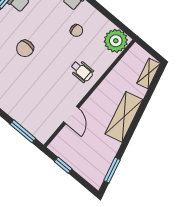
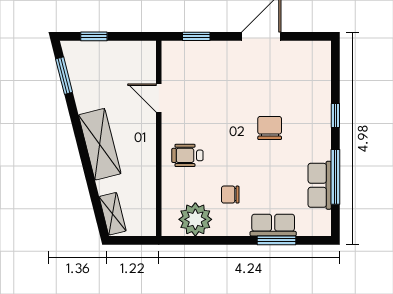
plant: (116, 41) -> (195, 219), moved
window: (23, 131) -> (196, 36), width x0.67
window: (63, 165) -> (94, 36), moved

